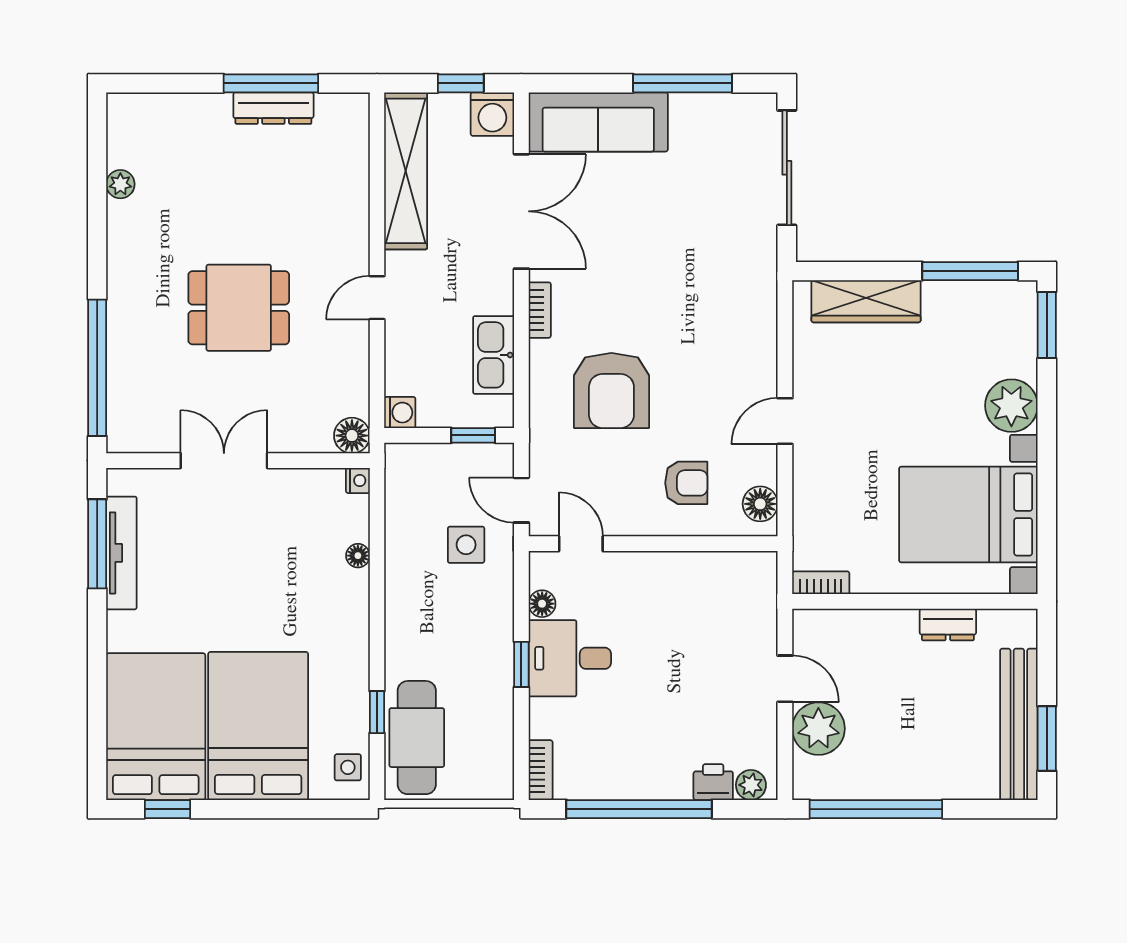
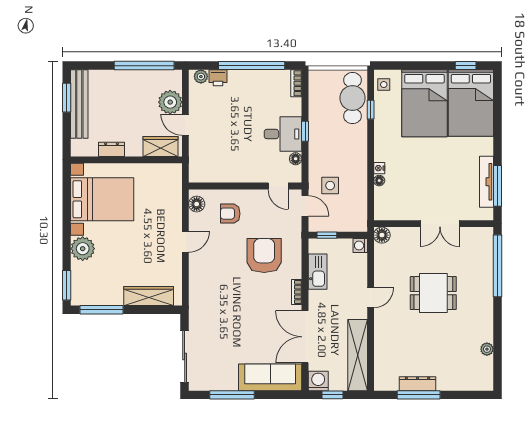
nightstand: (358, 480) -> (379, 168), moved
bookcase: (821, 583) -> (169, 168), removed
wardrobe: (840, 631) -> (160, 146), added

